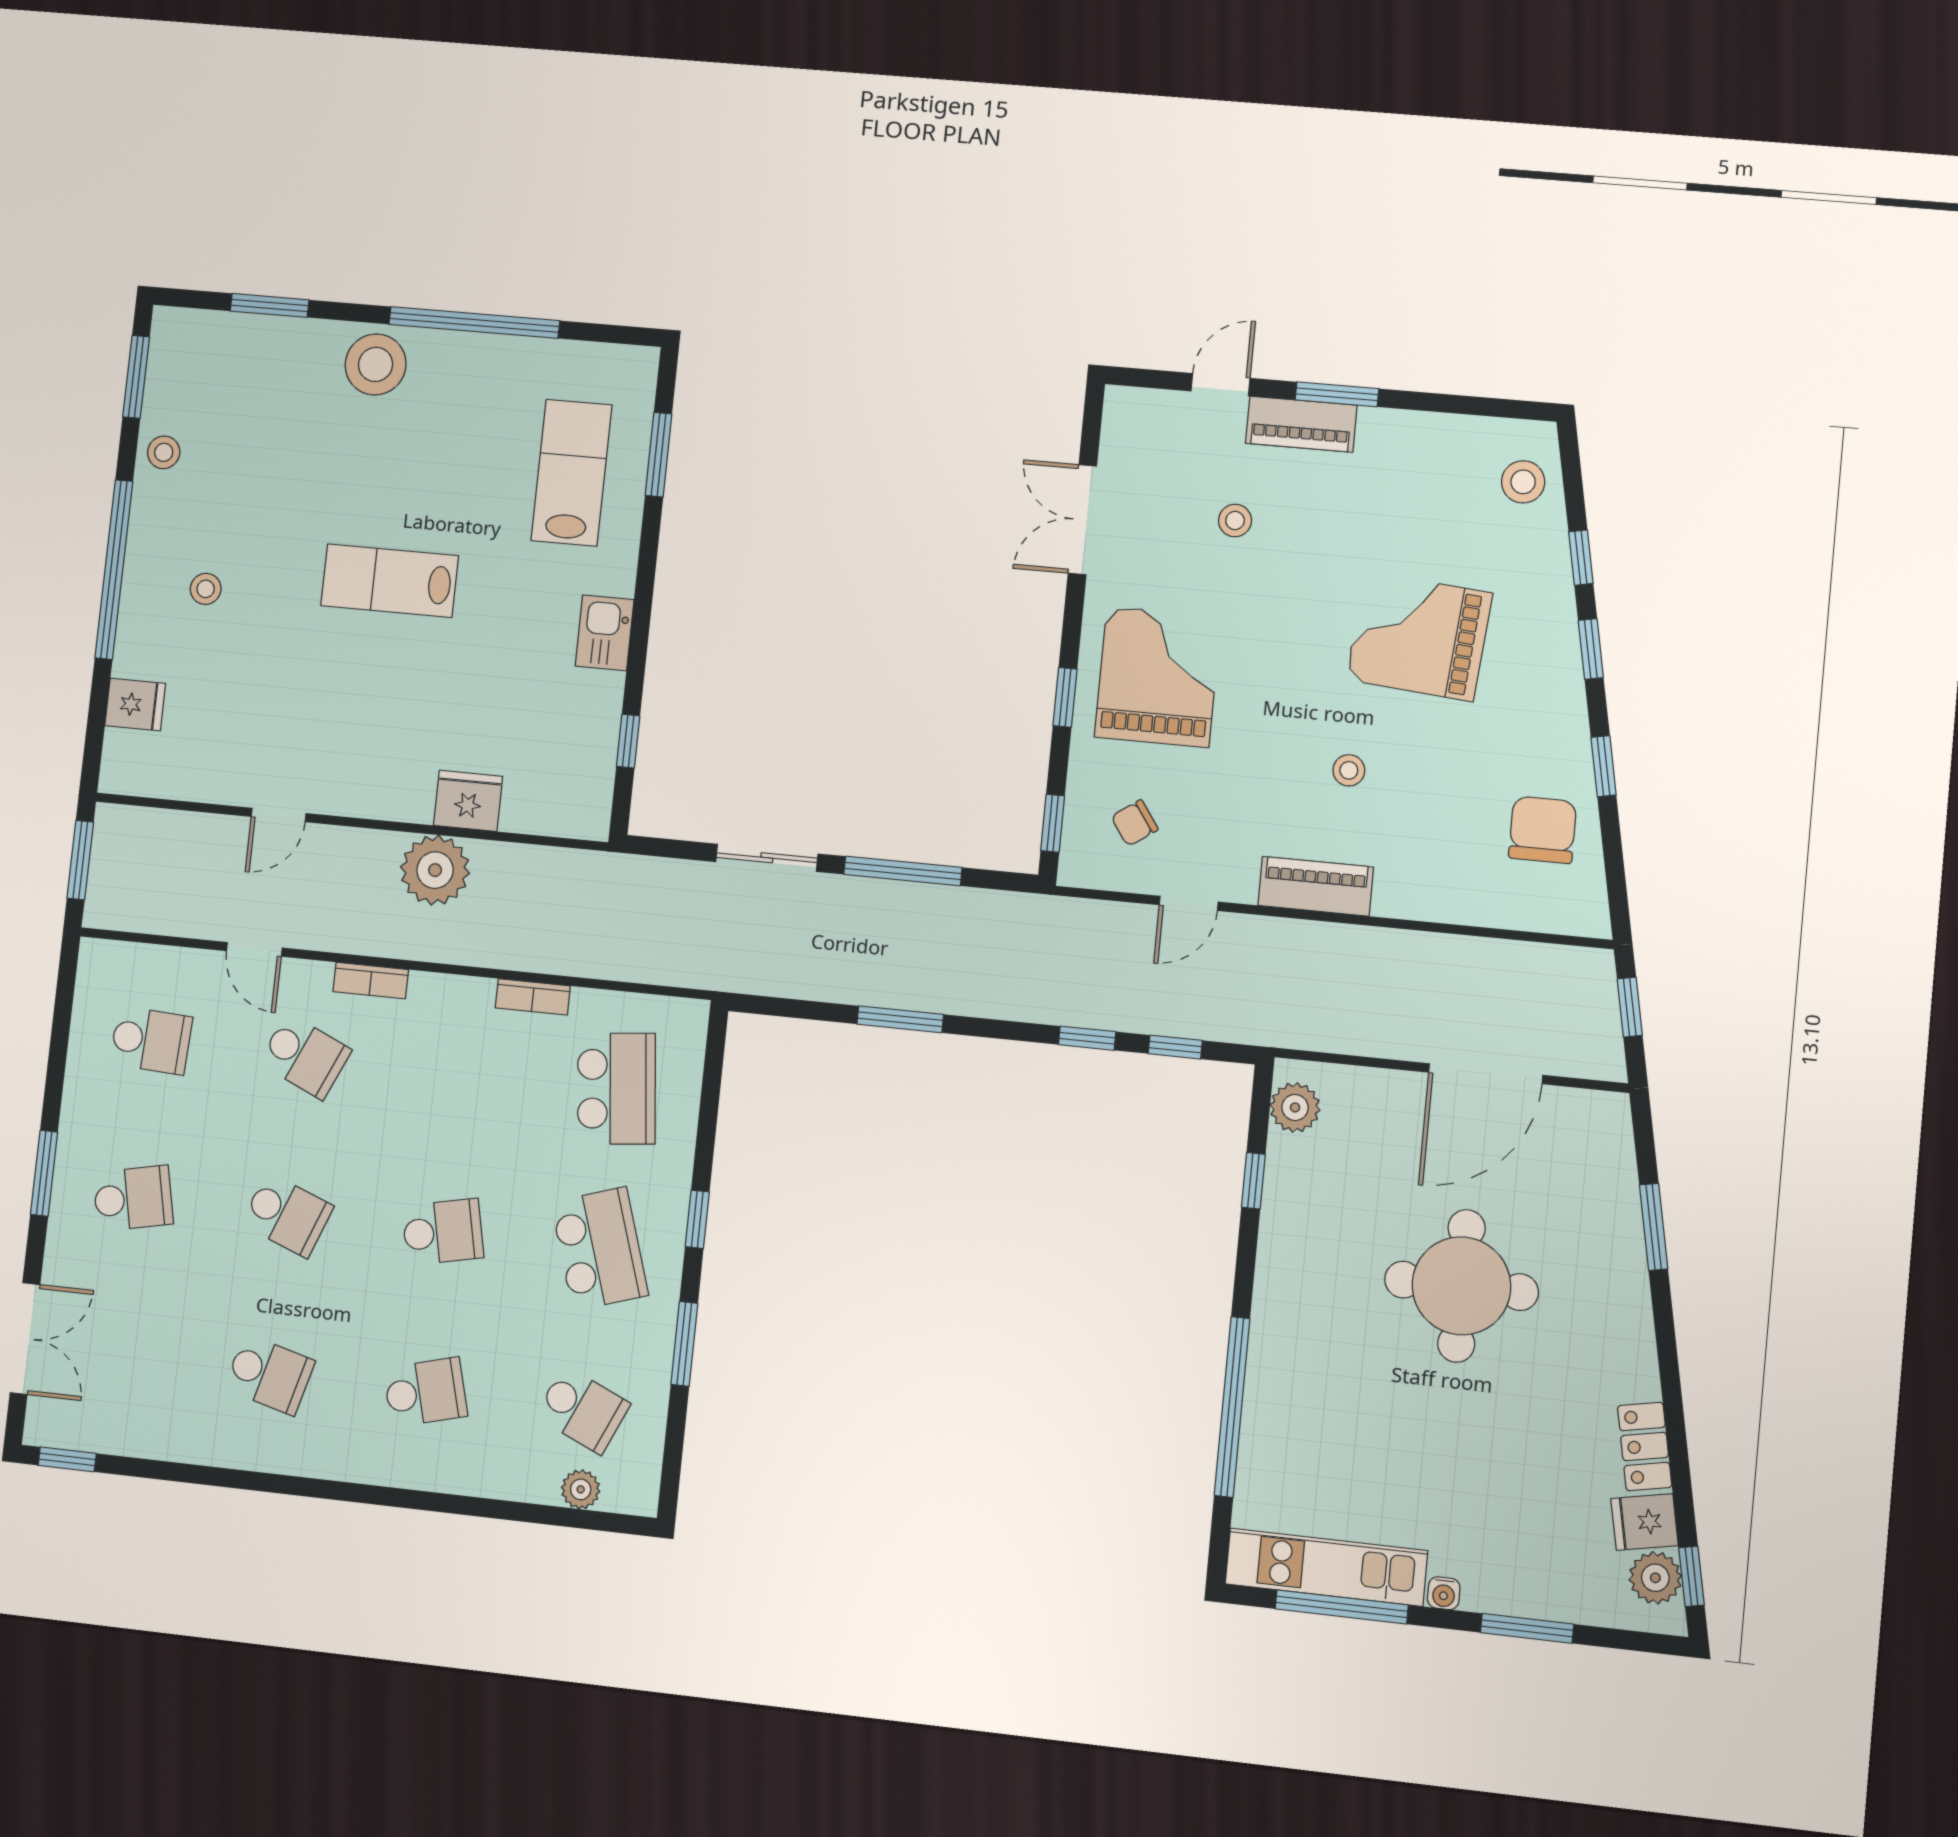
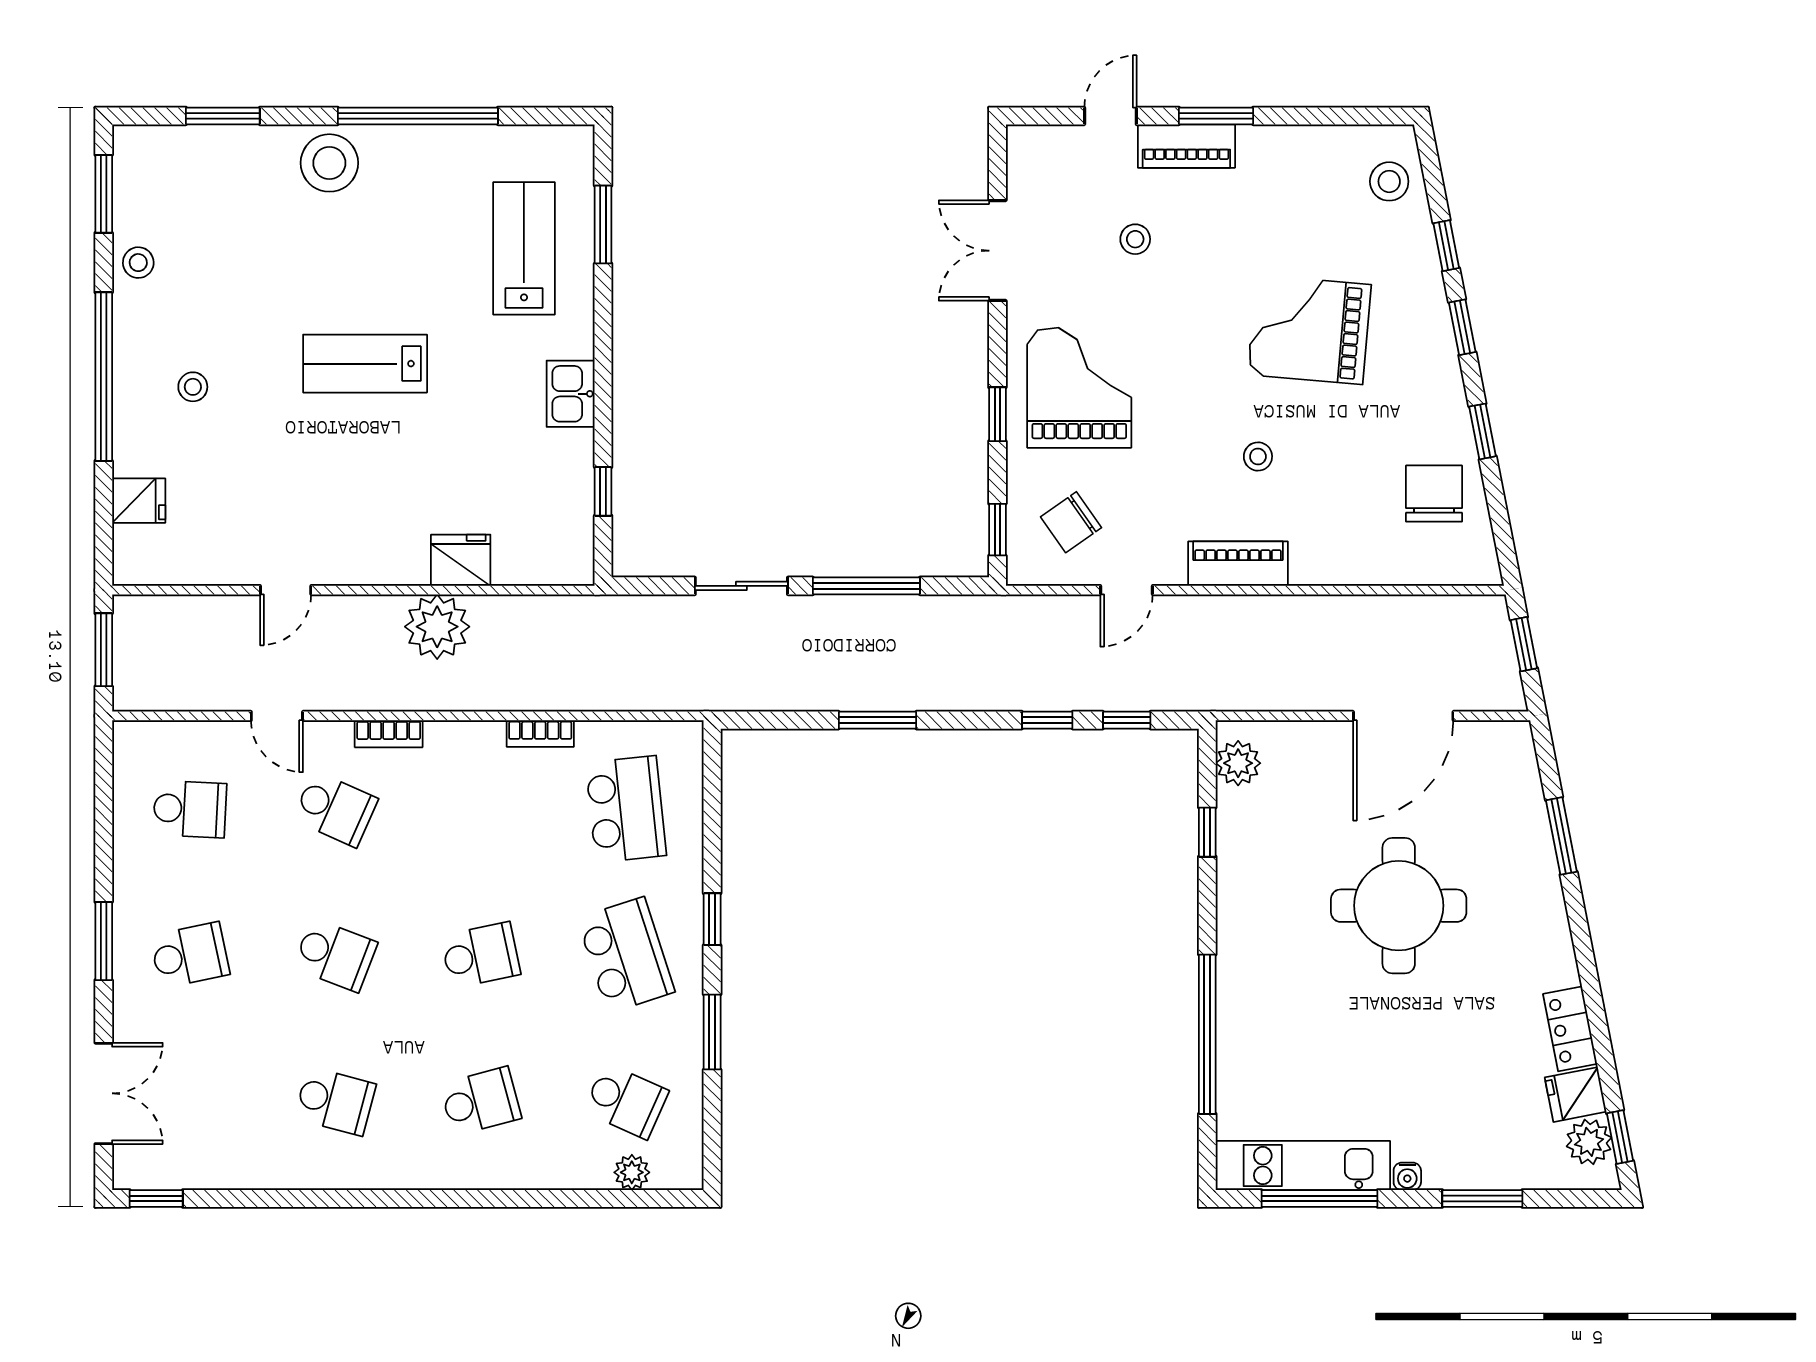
chair: (1135, 823) -> (1071, 522), width x1.37, depth x1.37

